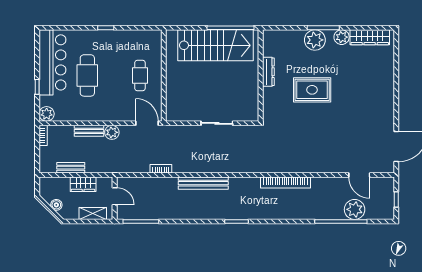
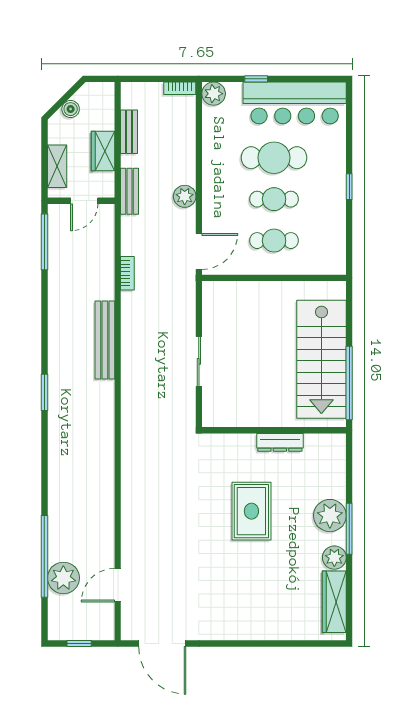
cafe table: (114, 75) -> (274, 199), added
bench: (89, 131) -> (129, 191), moved
bookcase: (285, 183) -> (106, 469), removed

